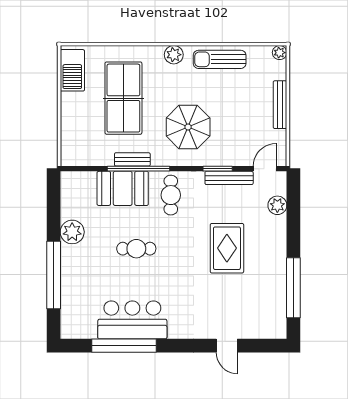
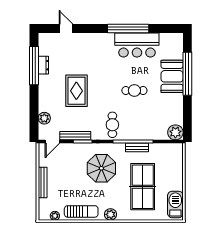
plant: (280, 53) -> (55, 216), moved
booth: (123, 188) -> (172, 76), moved, turned 90
plant: (72, 232) -> (175, 132), moved
dresser: (279, 288) -> (43, 65), added
window: (124, 346) -> (128, 28), moved
door: (227, 346) -> (66, 28), moved

